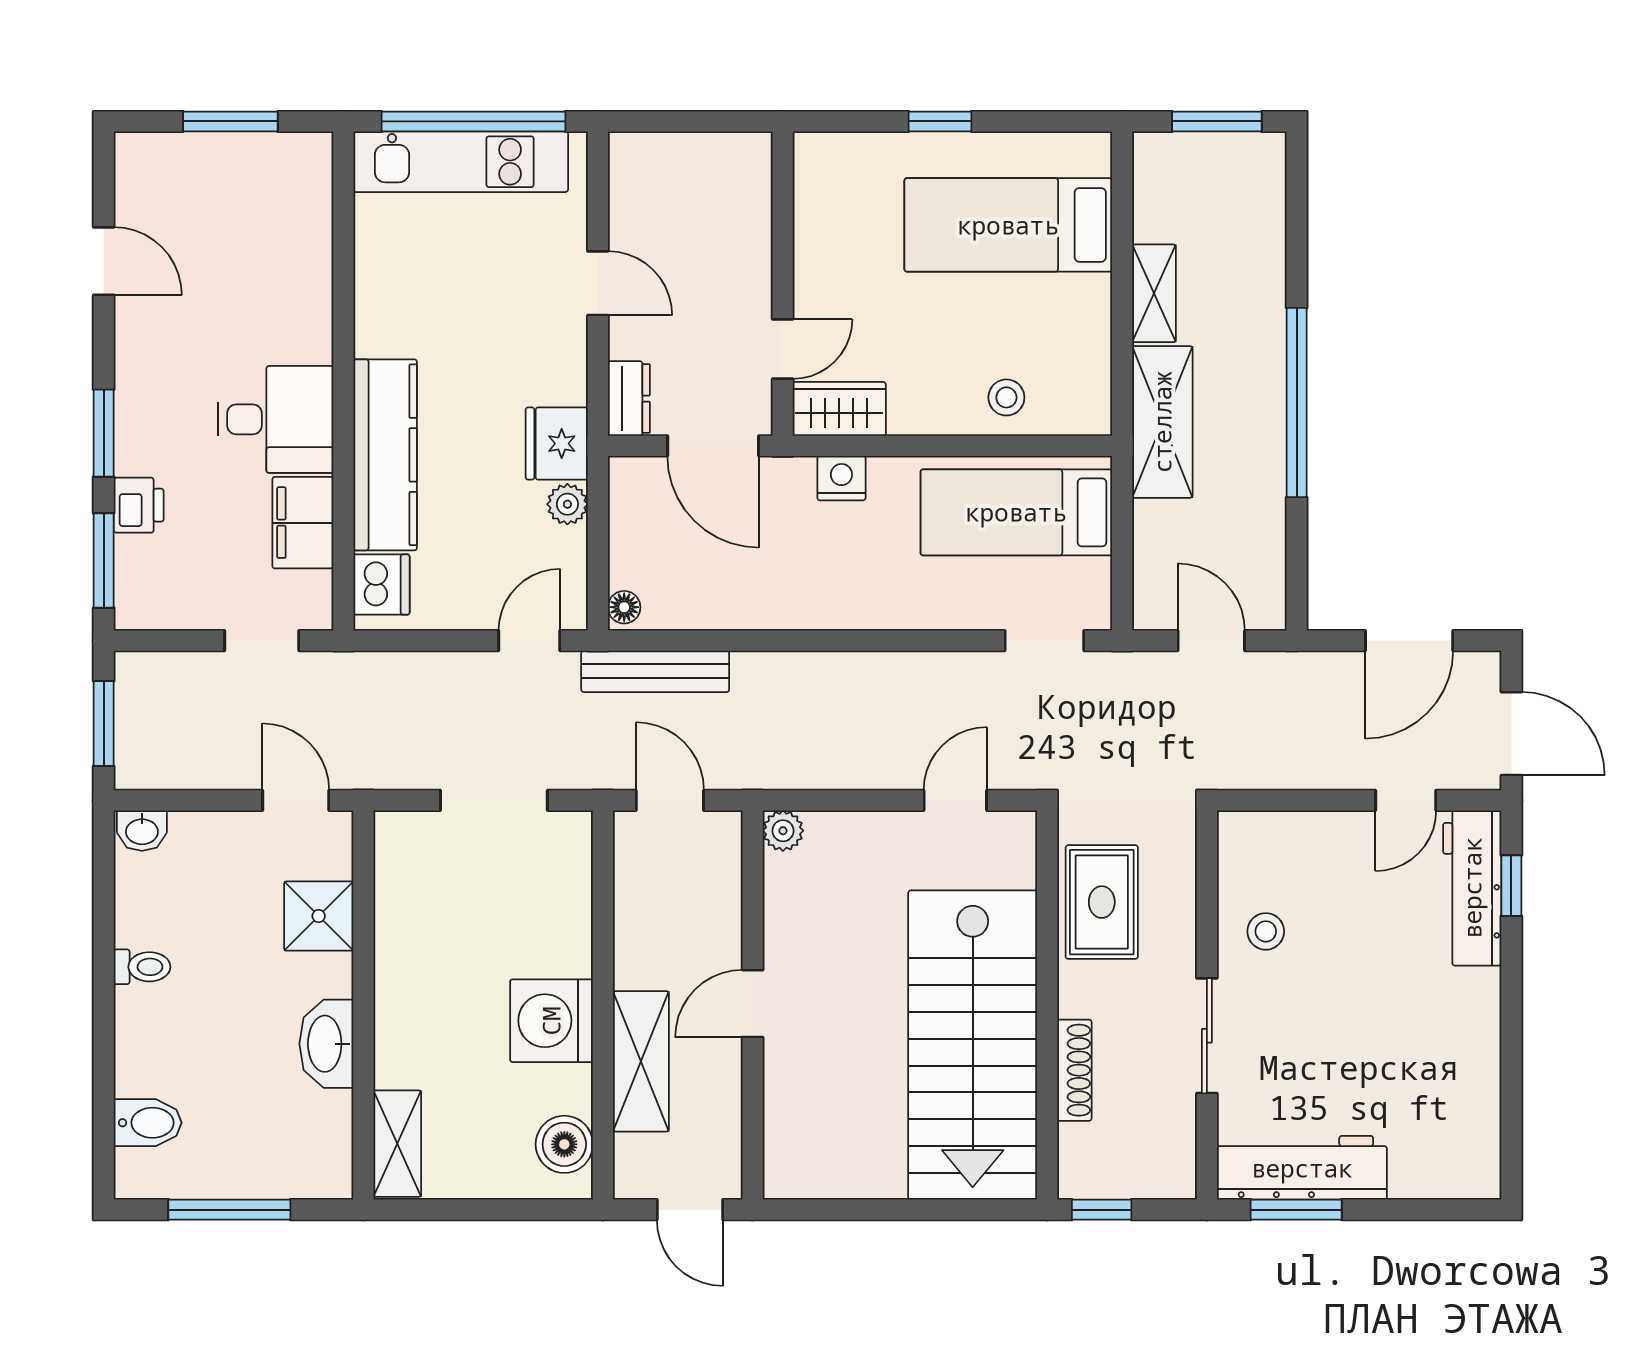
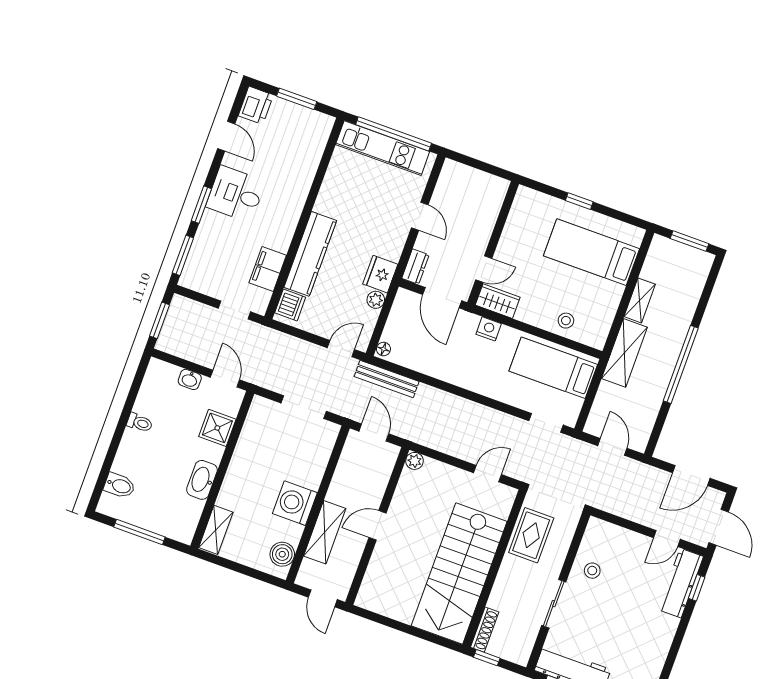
desk: (276, 419) -> (236, 194), moved, turned 180
printer: (139, 505) -> (256, 105), moved, width x1.36, depth x1.24
washbasin: (142, 831) -> (190, 379), moved
shoe rack: (1074, 1070) -> (485, 630), moved

